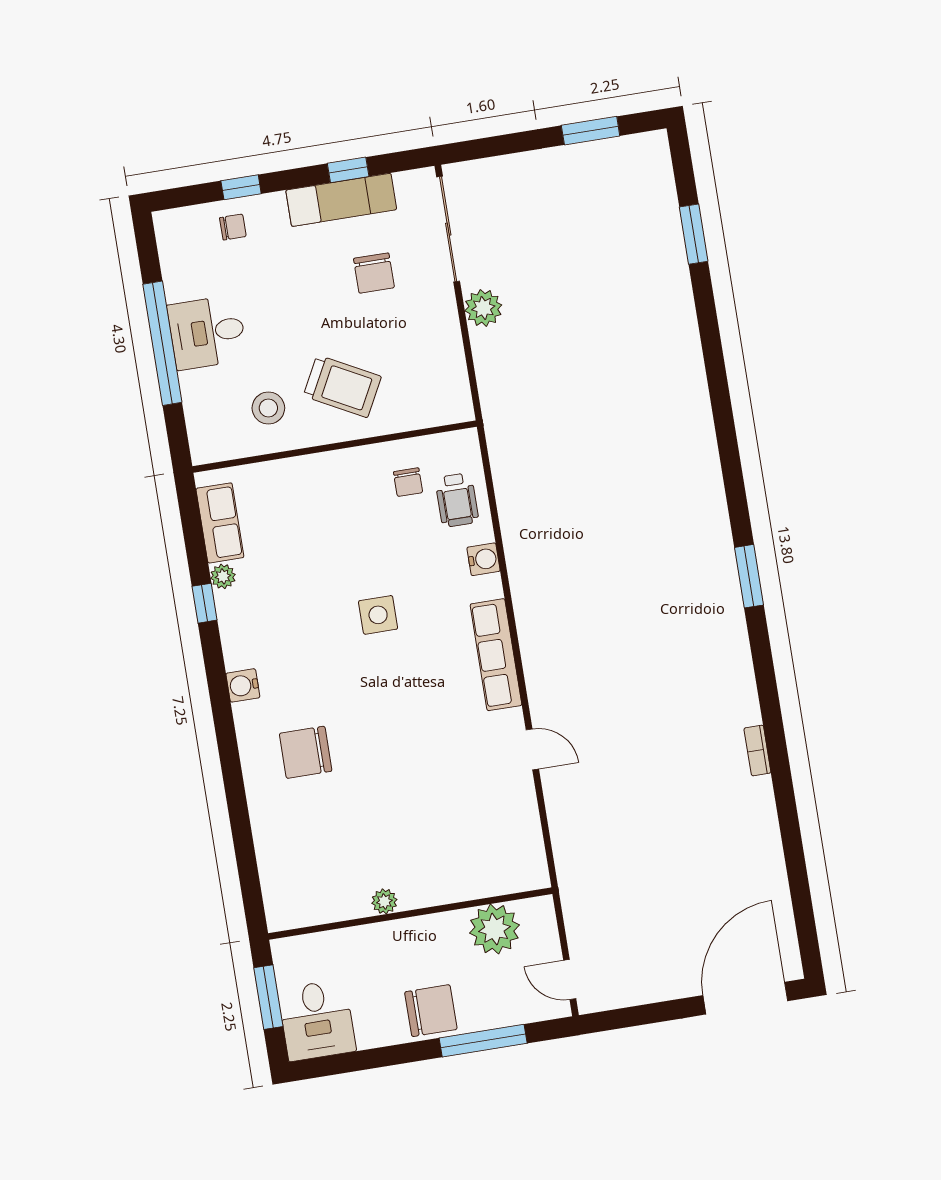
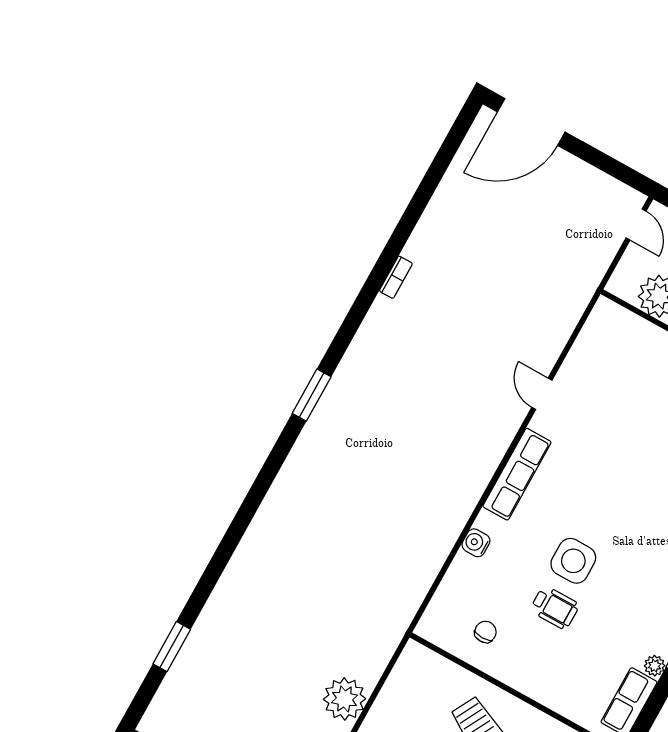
plant: (483, 308) -> (345, 699), width x1.36, depth x1.36
wheelchair: (457, 500) -> (555, 607), moved, turned 90
side table: (378, 615) -> (573, 561), width x1.37, depth x1.37

